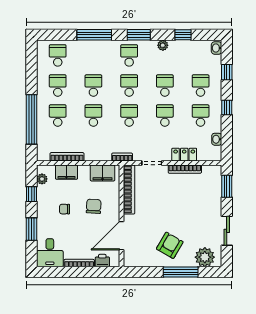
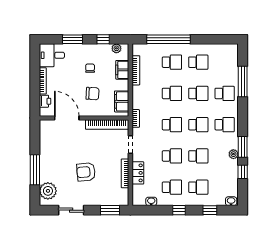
window: (94, 35) -> (243, 81), moved
window: (139, 35) -> (243, 147), moved
school desk: (58, 55) -> (225, 93), moved
armchair: (170, 245) -> (86, 172), moved, turned 145

